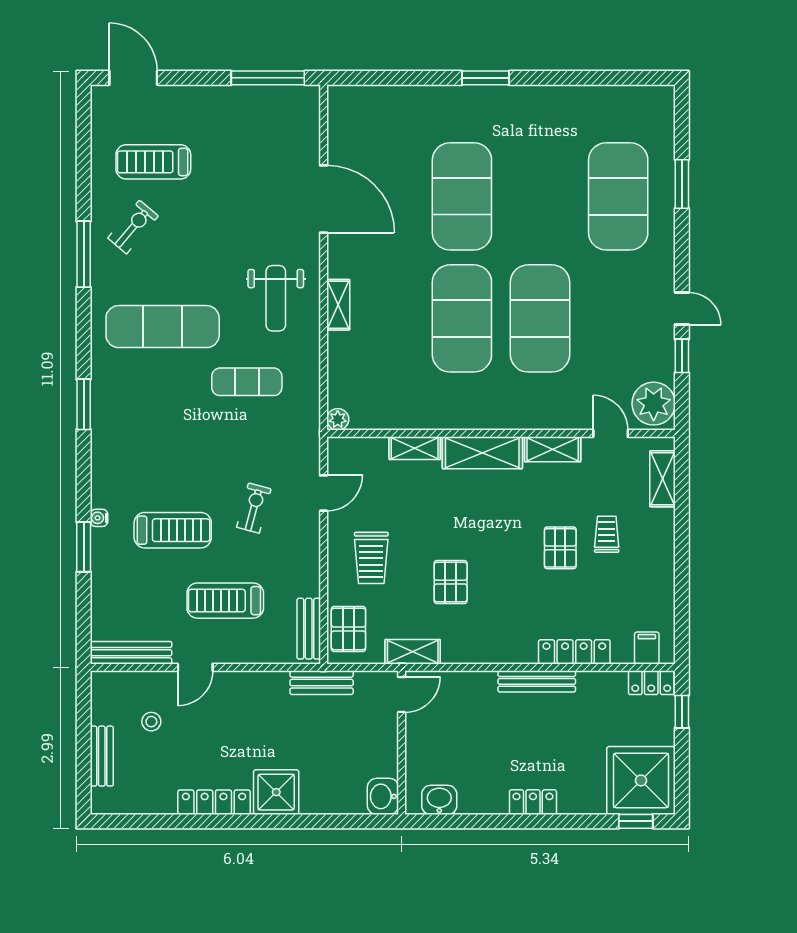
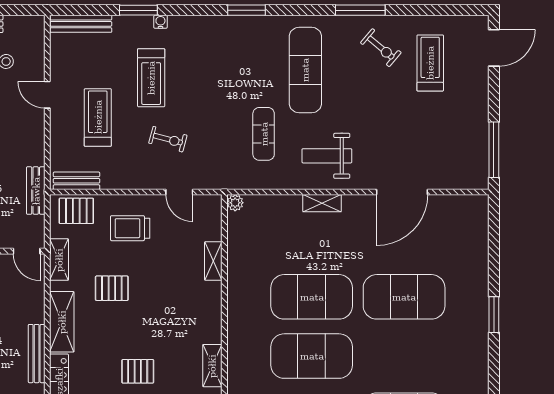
shelving: (482, 453) -> (62, 322), moved
bench: (131, 653) -> (81, 24), moved, turned 90

